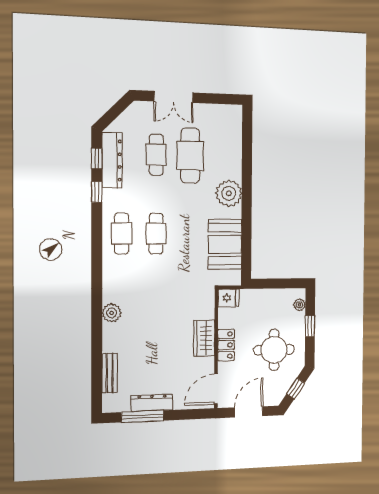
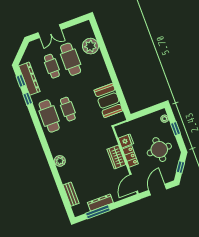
plant: (229, 193) -> (90, 46), moved
cafe table: (122, 234) -> (49, 116), width x1.37, depth x1.35
fridge: (228, 298) -> (126, 141), moved

